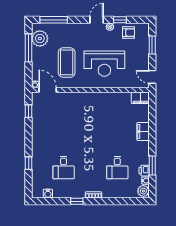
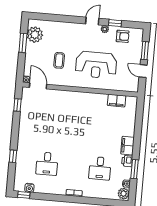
window: (54, 20) -> (50, 17), removed
window: (29, 48) -> (23, 43), width x0.69
coffee table: (67, 62) -> (59, 60), width x0.54, depth x0.58
door: (152, 77) -> (143, 71), moved
filing cabinet: (140, 98) -> (117, 101), moved
filing cabinet: (143, 131) -> (127, 146), moved
printer: (144, 171) -> (127, 161), moved
window: (77, 201) -> (24, 195), moved

